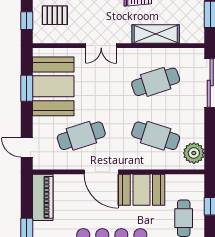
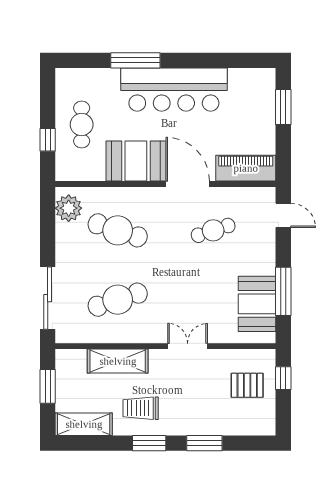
booth: (53, 86) -> (257, 304), width x0.73, depth x0.70
window: (27, 88) -> (283, 291), width x1.44
cafe table: (81, 136) -> (213, 230), width x0.73, depth x0.74
piano: (43, 197) -> (246, 168), moved, turned 90

